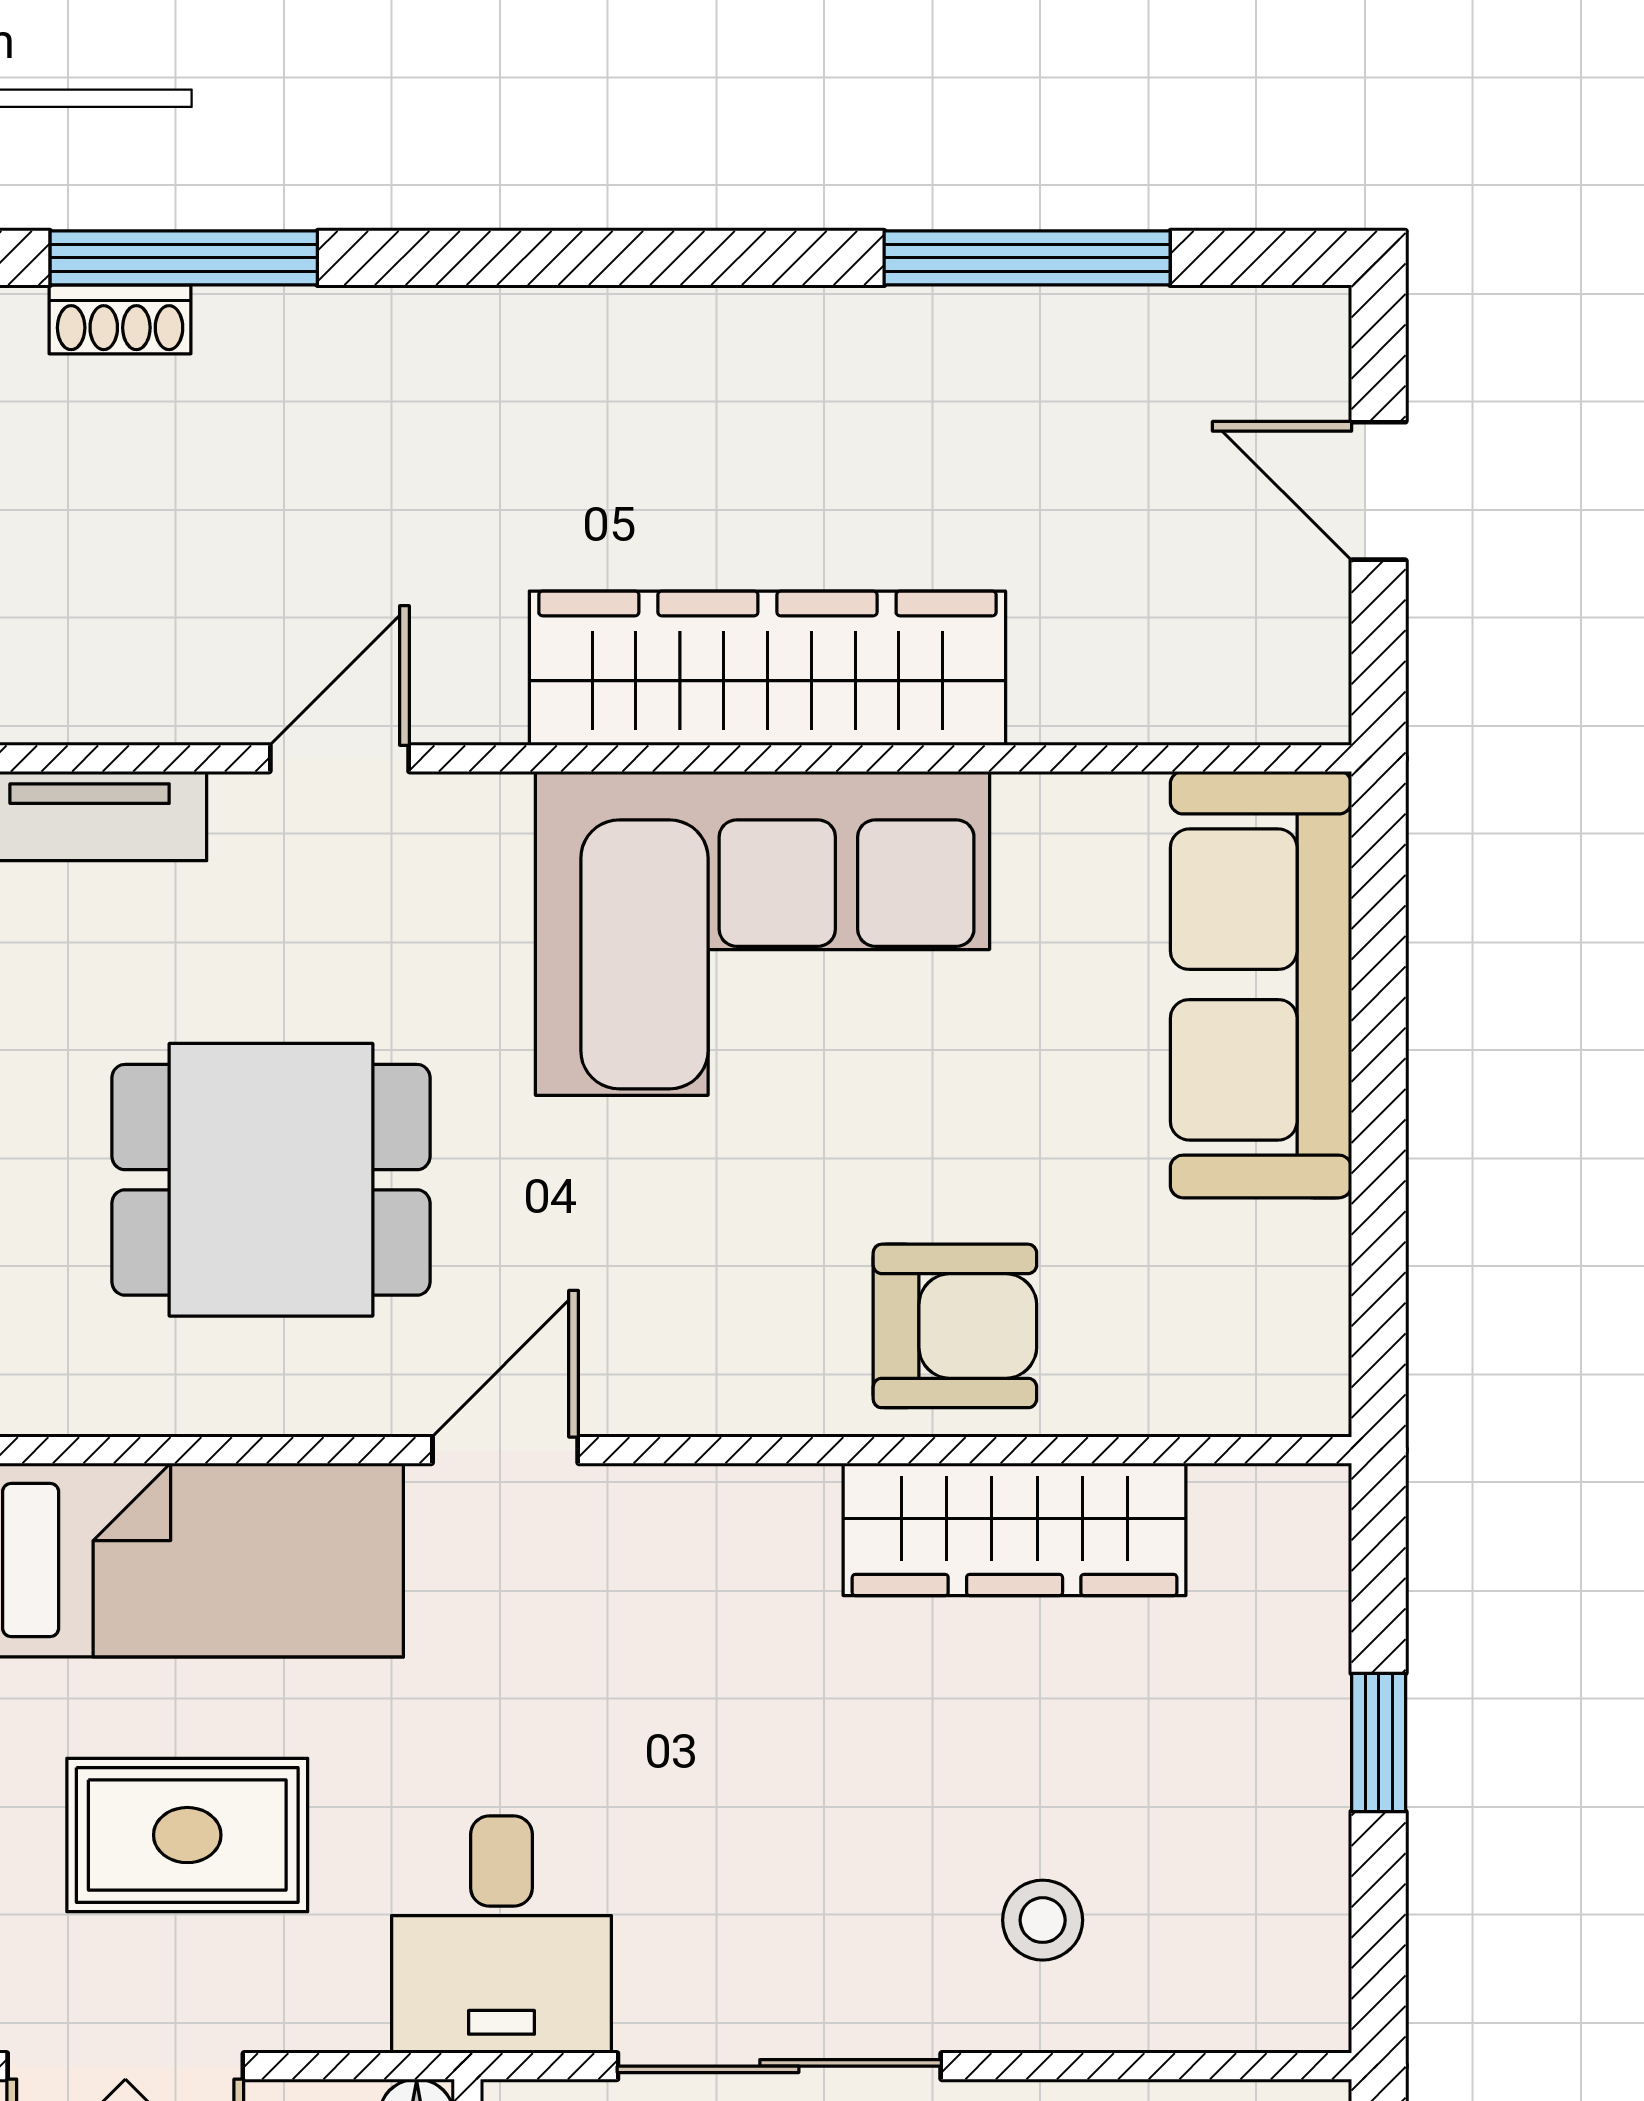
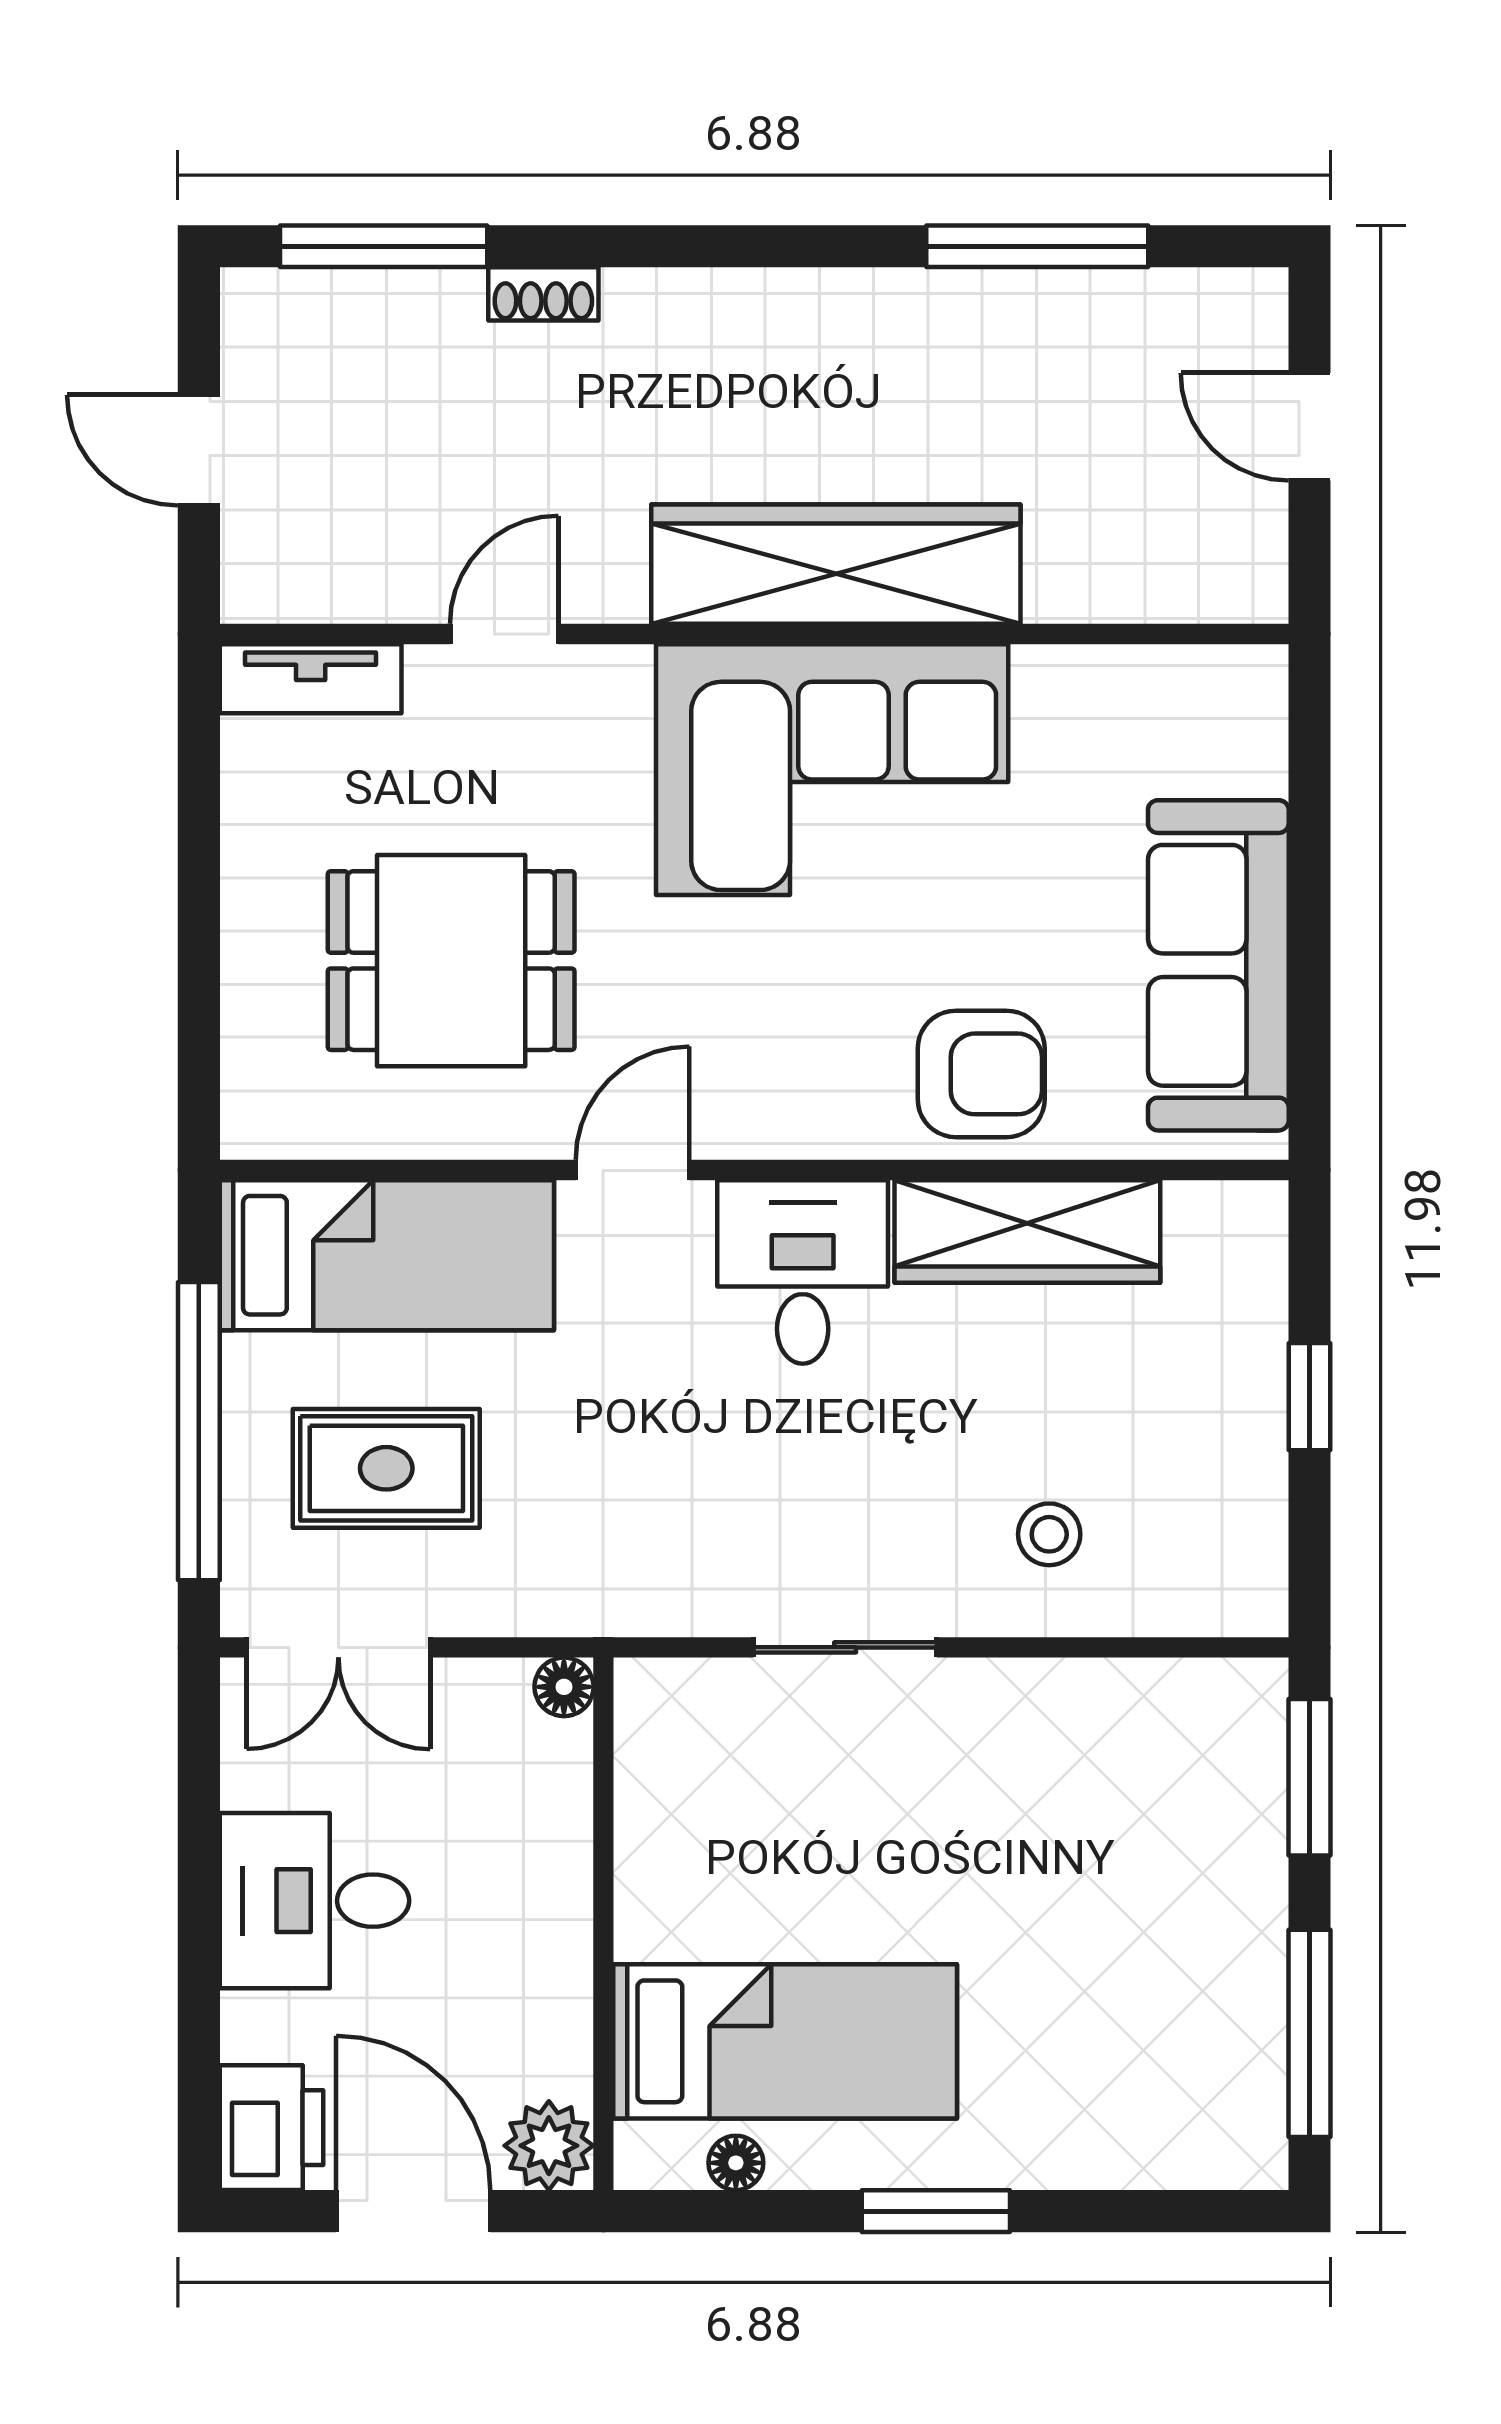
shoe rack: (120, 319) -> (543, 294), moved
sofa: (1261, 985) -> (1218, 965), moved
desk: (502, 1935) -> (803, 1272), moved, turned 180
sliding door: (779, 2066) -> (845, 1647), width x0.73

